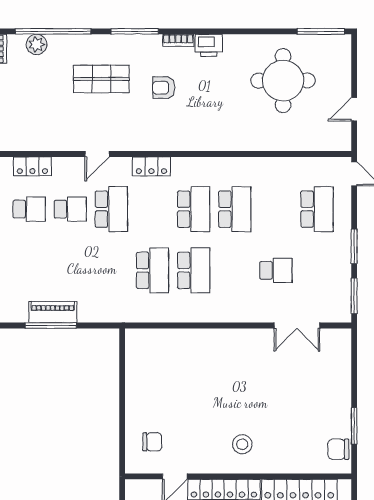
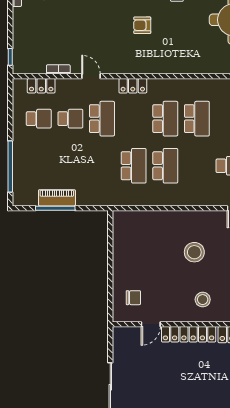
shop shelf: (101, 79) -> (94, 19), removed
bookcase: (55, 145) -> (58, 69), added
door: (97, 154) -> (91, 76), swing flipped
stool: (231, 383) -> (194, 252), added

